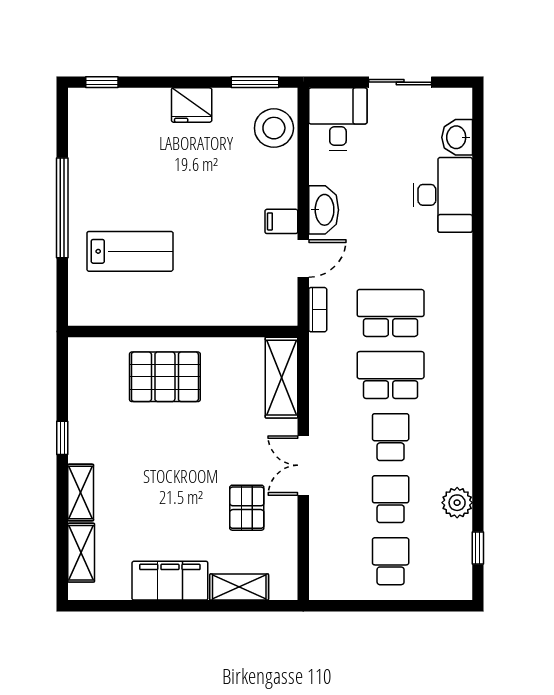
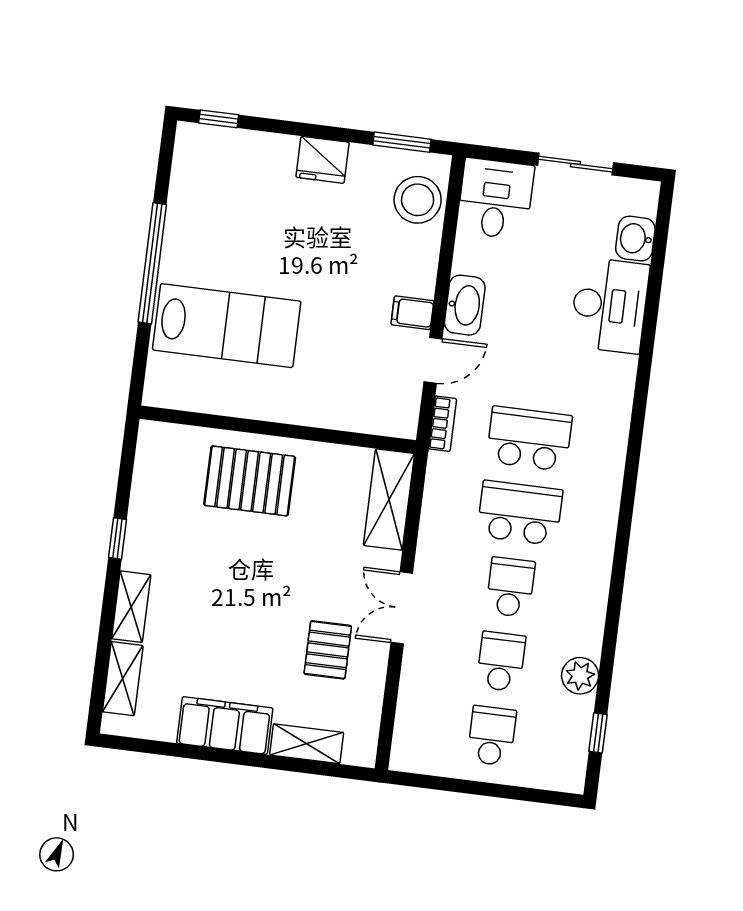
lab bench: (130, 251) -> (227, 326), width x1.36, depth x1.39

